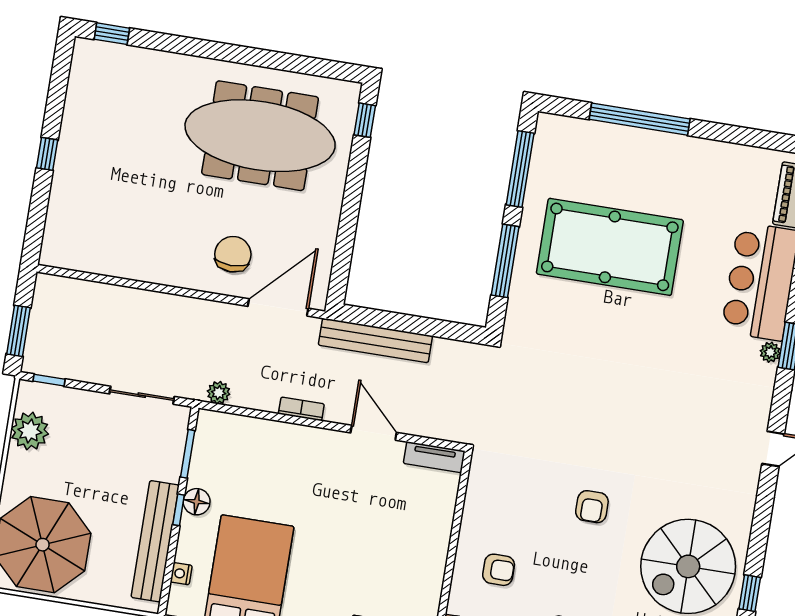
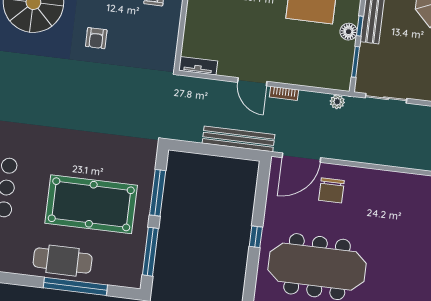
window: (365, 120) -> (256, 237), moved
cafe table: (658, 160) -> (63, 261), added
door: (374, 433) -> (252, 82), moved
armchair: (592, 507) -> (96, 38), turned 180

